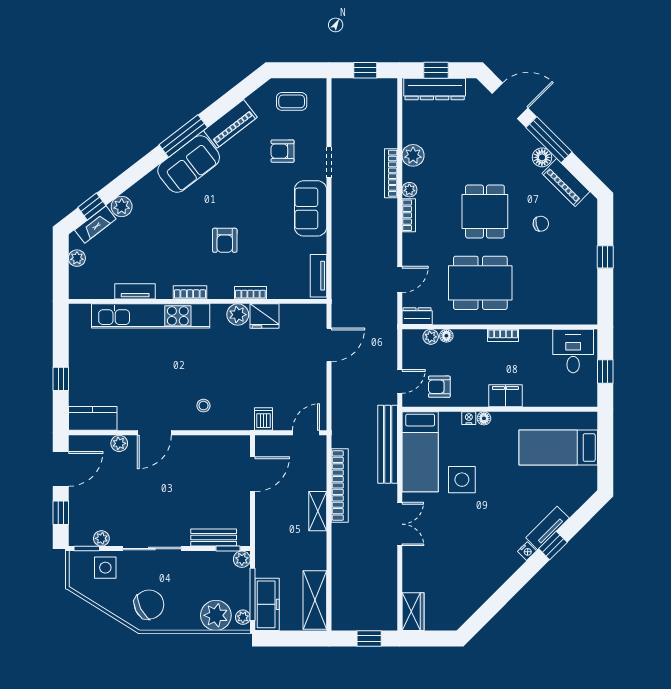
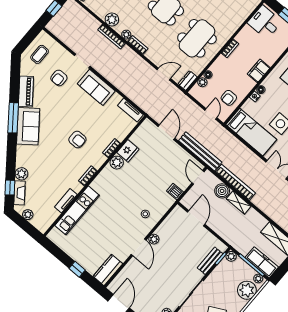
door: (400, 279) -> (164, 74), hinge flipped
kitchen unit: (151, 316) -> (77, 210), width x0.73
plant: (119, 443) -> (154, 239), moved
bench: (388, 444) -> (200, 151), moved
boiler: (315, 478) -> (222, 191), added

